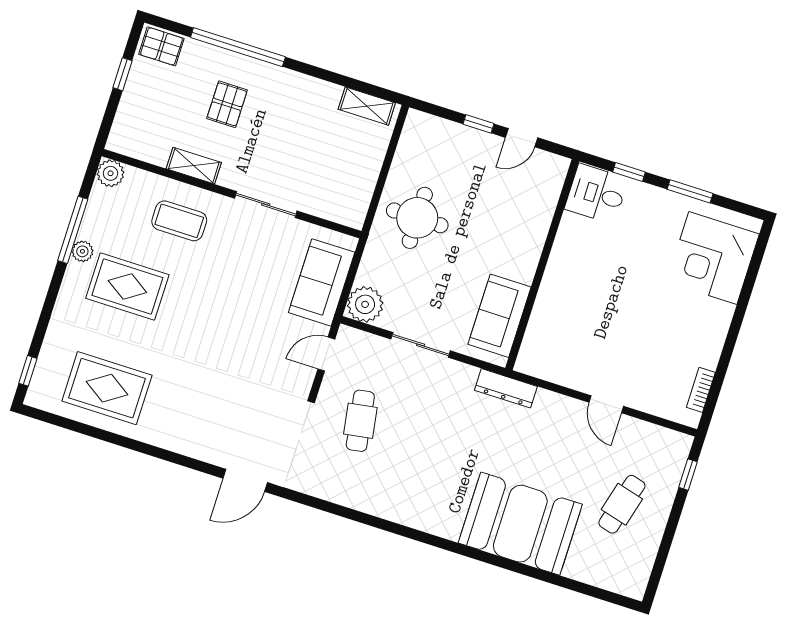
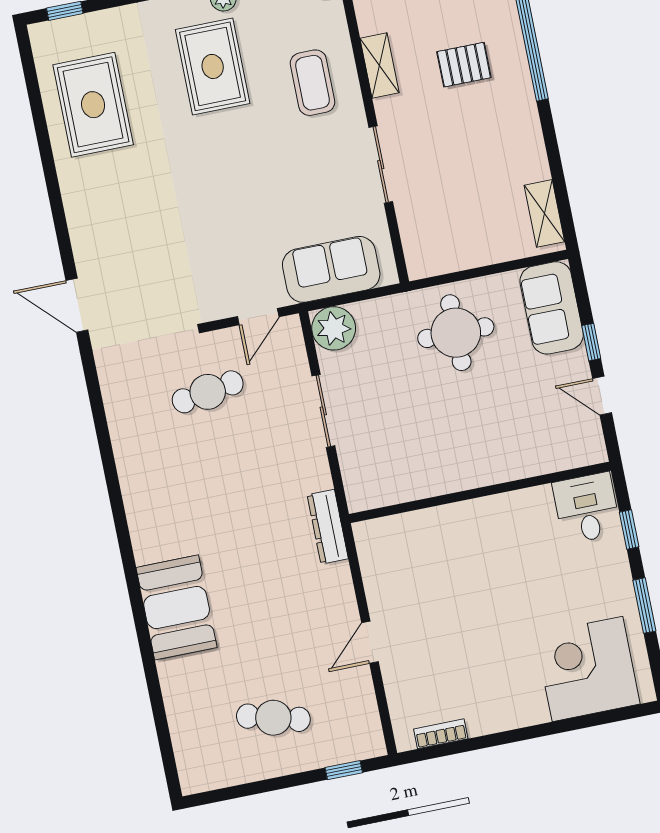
sofa: (499, 316) -> (552, 308), moved, turned -90
door: (326, 354) -> (258, 317), swing flipped
booth: (520, 524) -> (177, 607), width x0.73, depth x0.70

